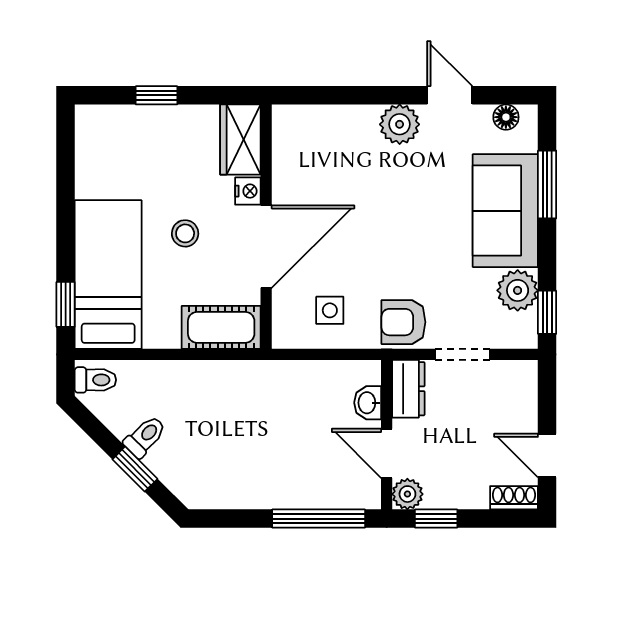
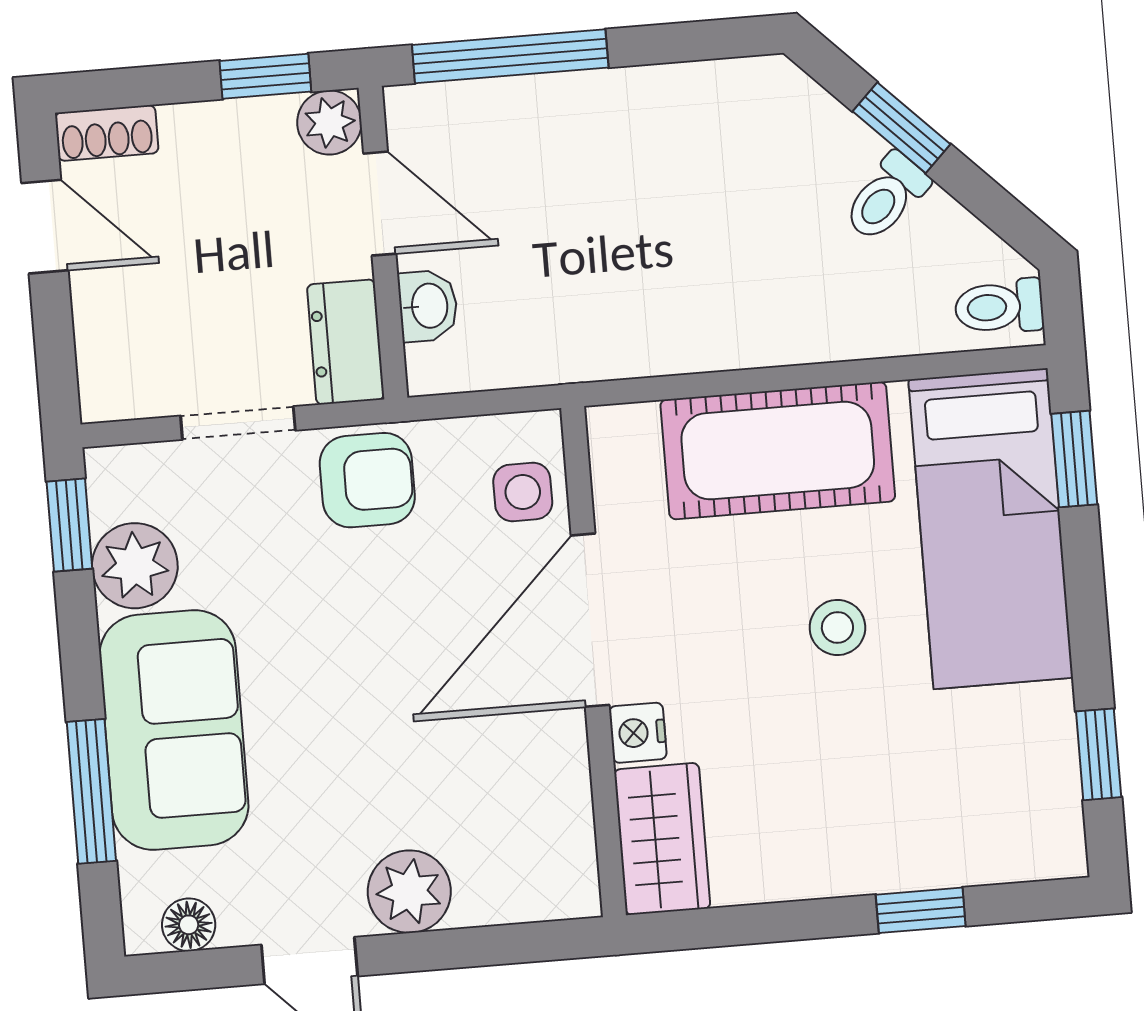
wardrobe: (240, 139) -> (662, 839), moved
window: (66, 163) -> (1099, 754), added
nightstand: (248, 191) -> (638, 733), moved
wall: (266, 227) -> (594, 662), moved
door: (266, 247) -> (590, 620), moved
cot: (221, 327) -> (778, 451), width x1.37, depth x1.34

